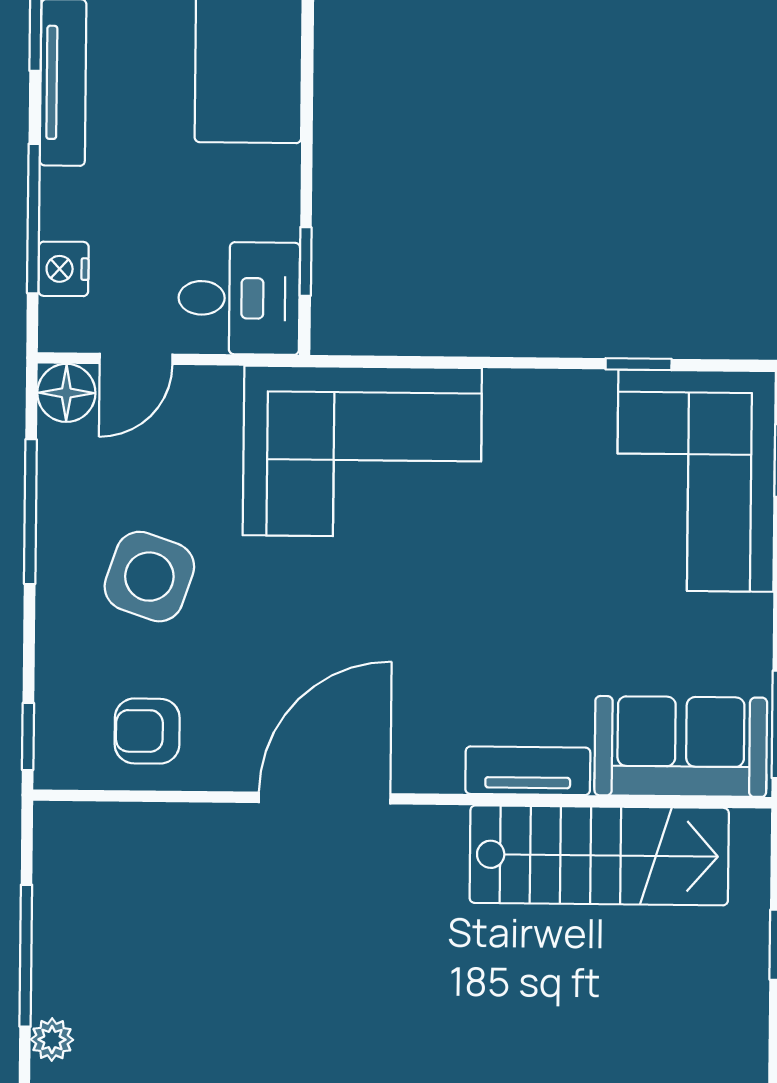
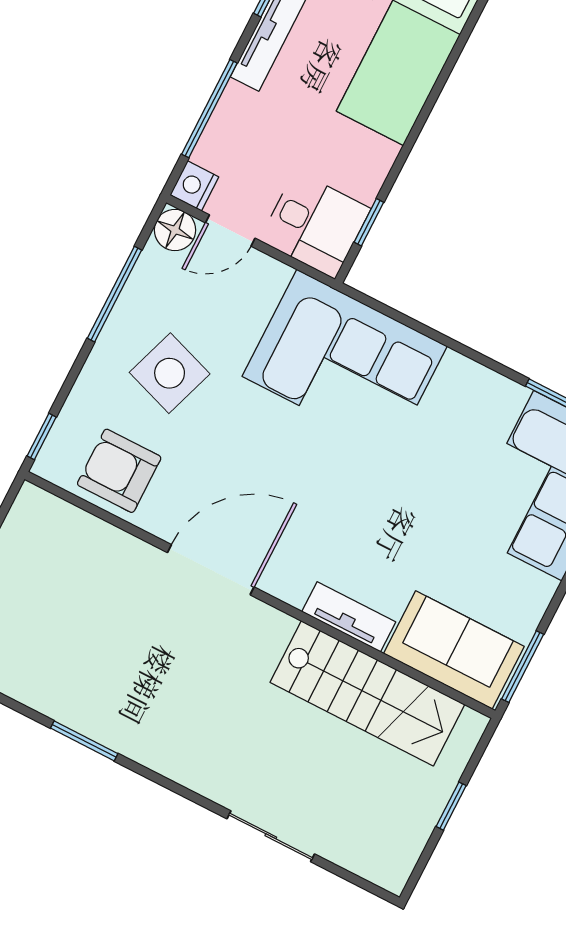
nightstand: (64, 269) -> (194, 186), moved
armchair: (147, 731) -> (119, 471), width x1.38, depth x1.38

